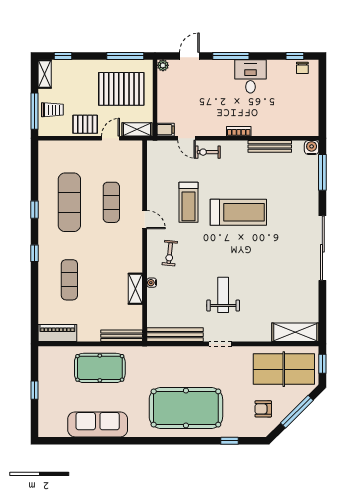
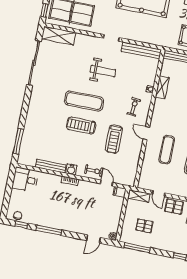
window: (231, 56) -> (49, 230), moved
desk: (250, 76) -> (25, 180), moved, turned 90
pallet: (121, 89) -> (144, 226), width x0.49, depth x0.50
door: (111, 138) -> (159, 194), hinge flipped
water cooler: (312, 148) -> (71, 169), moved
treadmill: (189, 202) -> (114, 139), turned 180
treadmill: (238, 212) -> (81, 125), width x0.73, depth x0.73
exercise mat: (241, 247) -> (84, 101), added
sliding door: (322, 248) -> (34, 63), moved
weight bench: (223, 295) -> (103, 71), turned -90

